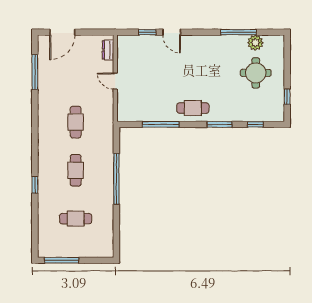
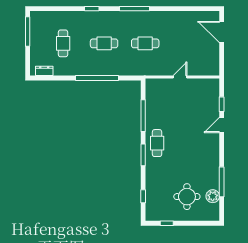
dresser: (108, 50) -> (44, 71), moved
window: (35, 72) -> (134, 9), moved
window: (220, 124) -> (143, 155), moved

